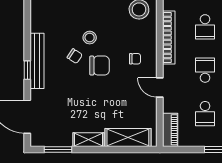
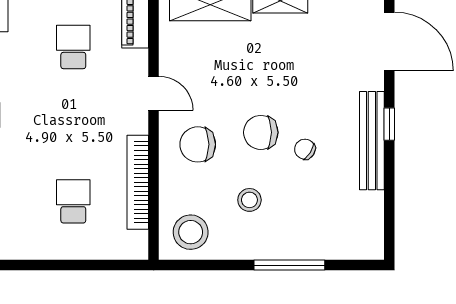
stool: (90, 38) -> (249, 200), moved
chair: (135, 59) -> (198, 144), width x1.87, depth x1.87
school desk: (205, 70) -> (73, 124), removed

